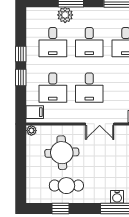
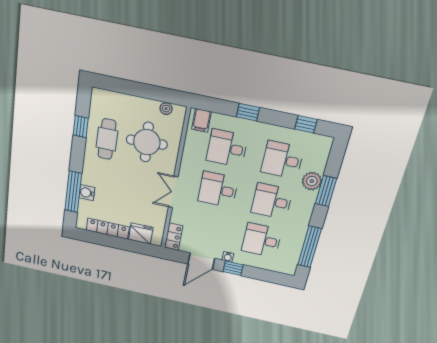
window: (21, 54) -> (306, 124), moved
plant: (31, 131) -> (166, 109), moved

